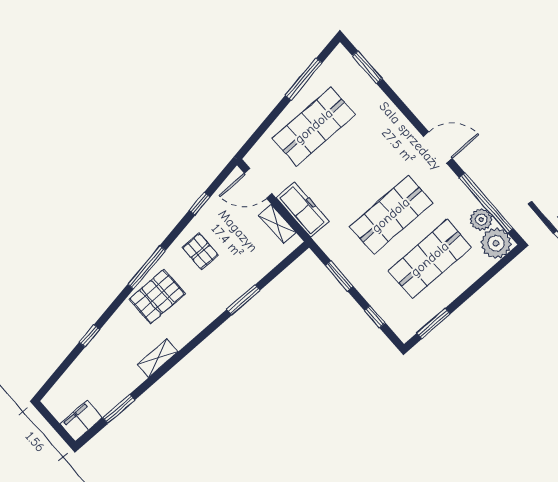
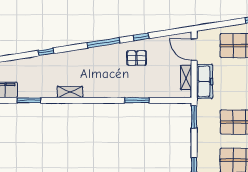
window: (200, 204) -> (141, 37), moved
pallet: (200, 251) -> (137, 58), turned 90
window: (339, 276) -> (194, 117), moved
pallet: (157, 296) -> (96, 62), removed

